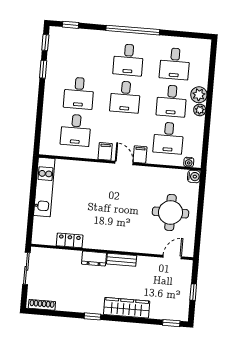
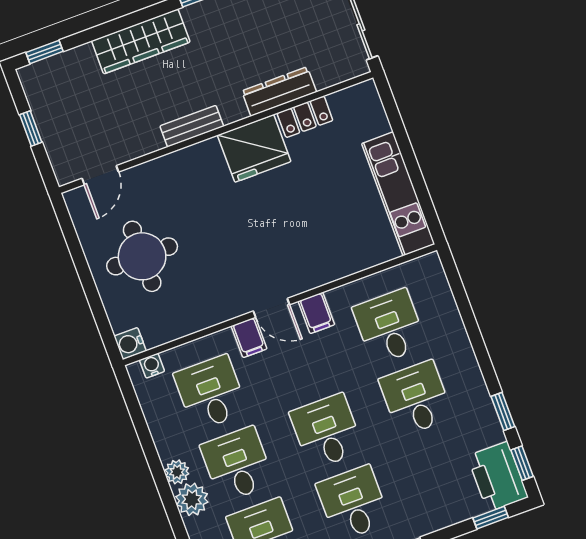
printer: (59, 41) -> (498, 477), added
fridge: (99, 237) -> (254, 148), added
dresser: (94, 259) -> (279, 91), moved, width x1.44

